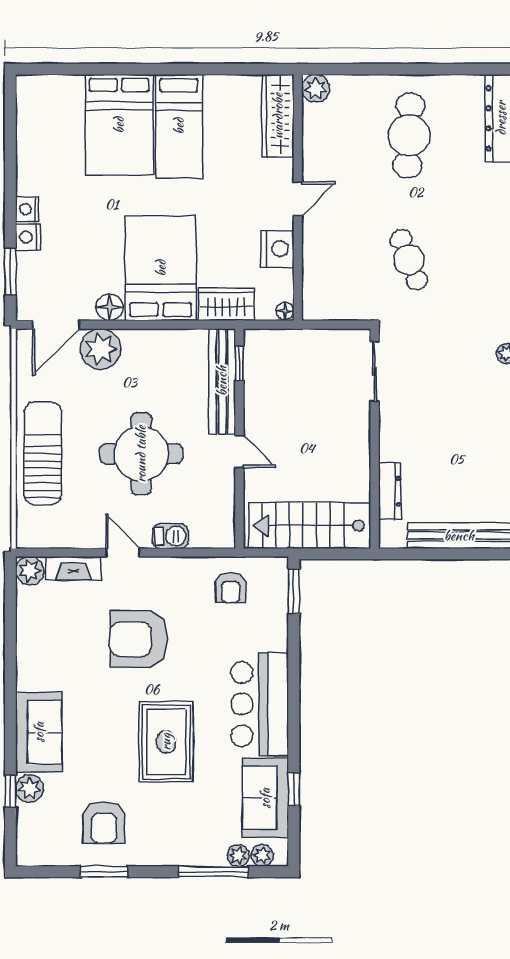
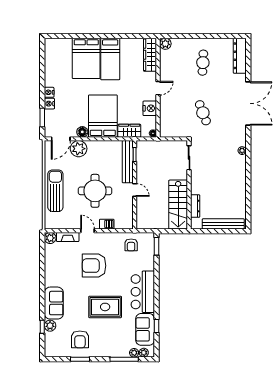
cafe table: (409, 135) -> (203, 63), width x0.73, depth x0.74
stairs: (310, 526) -> (178, 205), moved, turned -90
rug: (166, 742) -> (105, 307), turned 90

